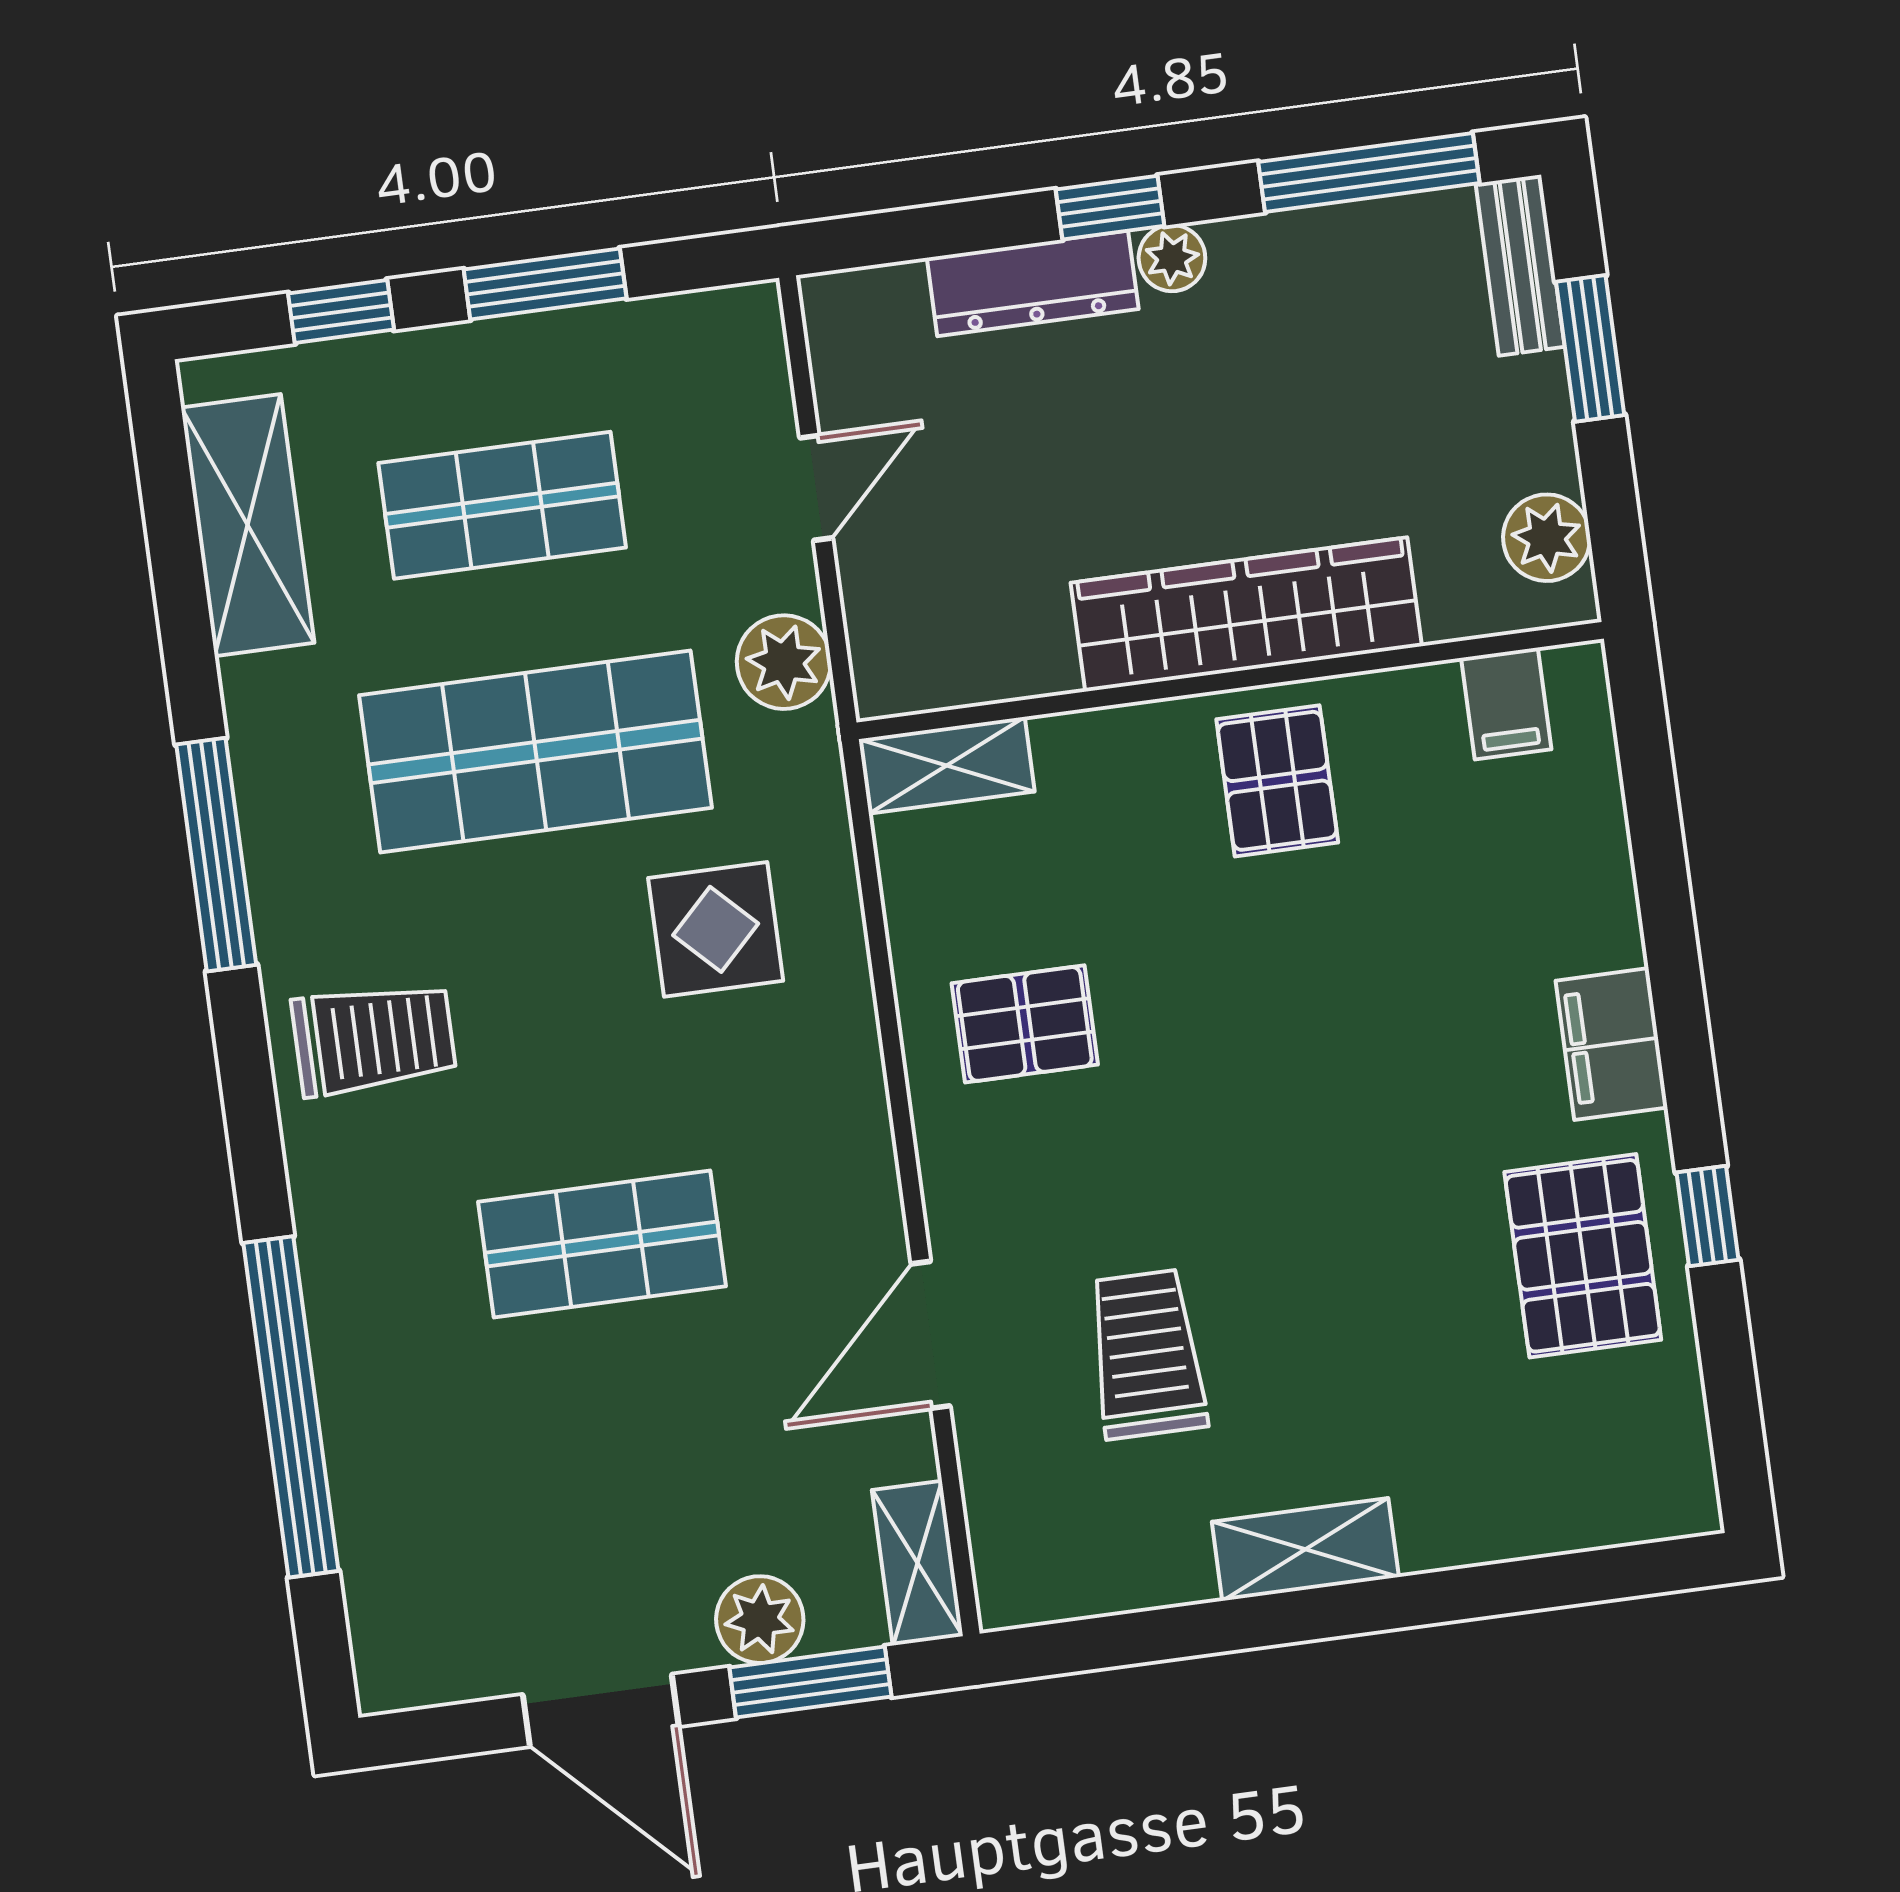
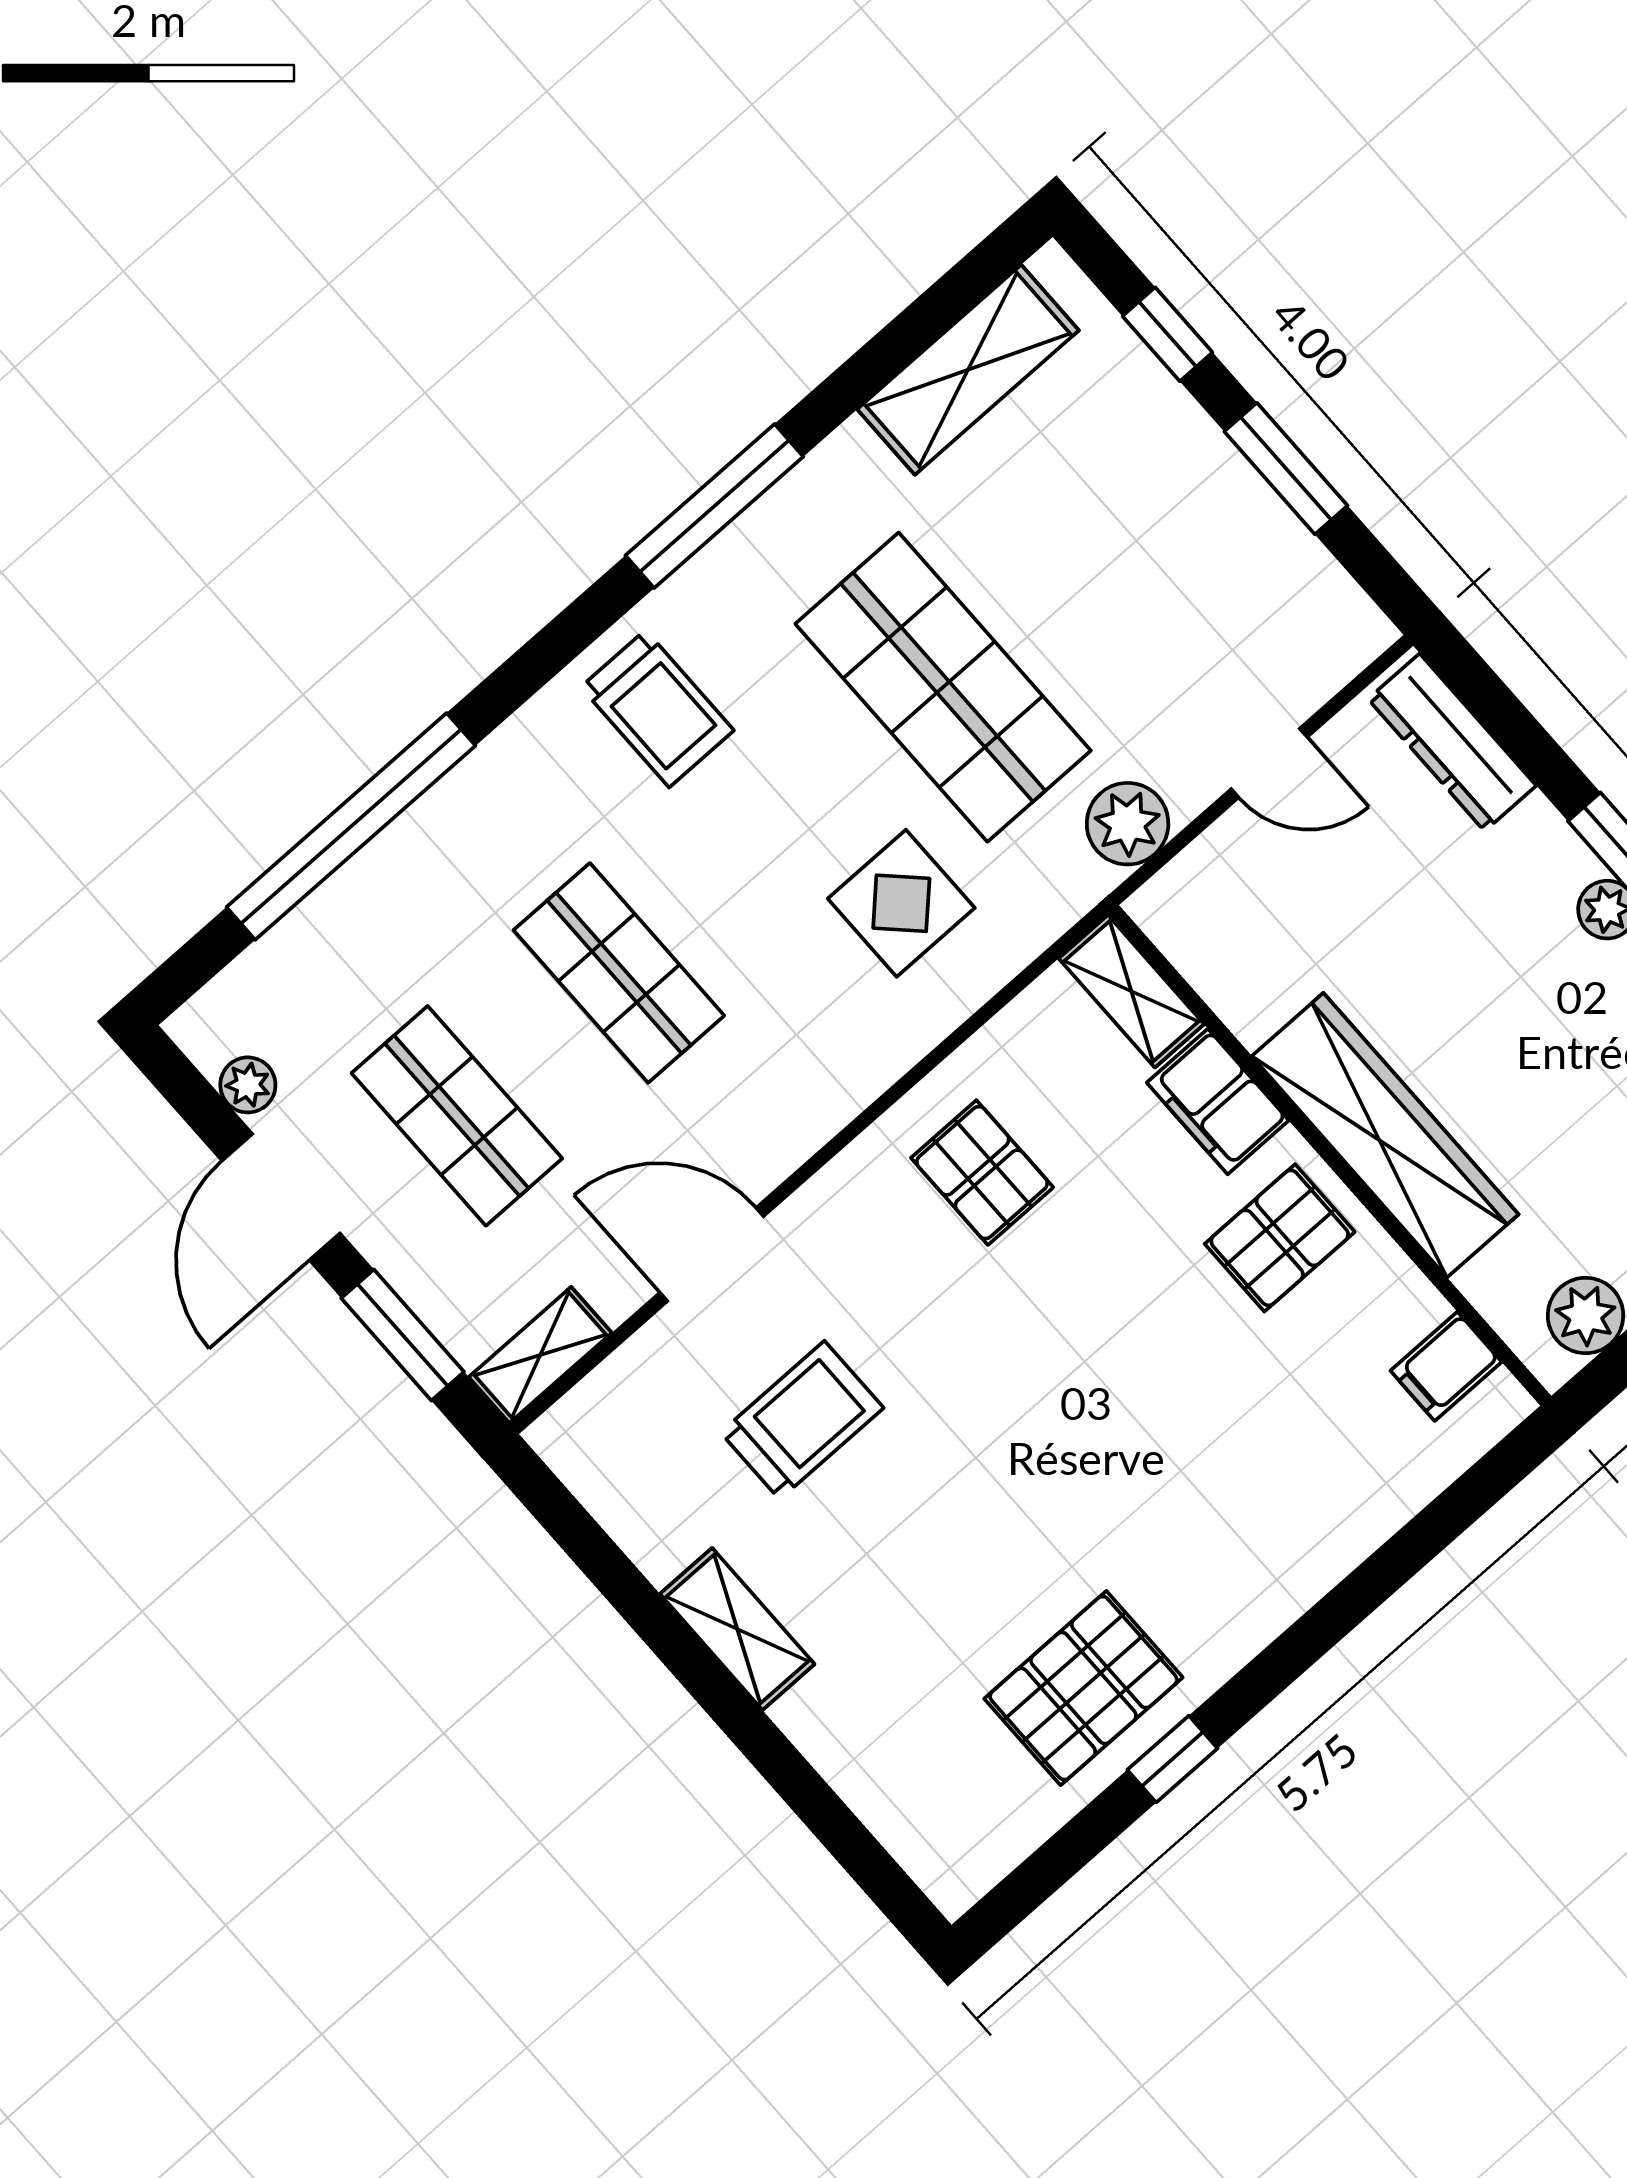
dresser: (1033, 283) -> (1452, 742), moved
shop shelf: (502, 505) -> (457, 1116), moved
filing cabinet: (1612, 1044) -> (1218, 1101), moved, turned -90
plant: (760, 1620) -> (248, 1085), moved, width x0.73, depth x0.73

